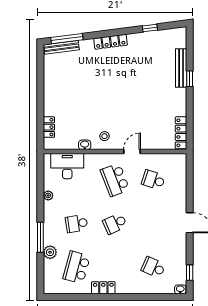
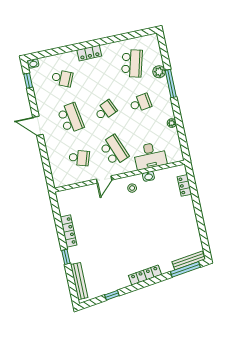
bench: (181, 68) -> (79, 281), moved
locker: (181, 133) -> (69, 231), moved
desk: (67, 166) -> (150, 156), moved
school desk: (153, 224) -> (71, 118), added
locker: (103, 288) -> (89, 53), moved

